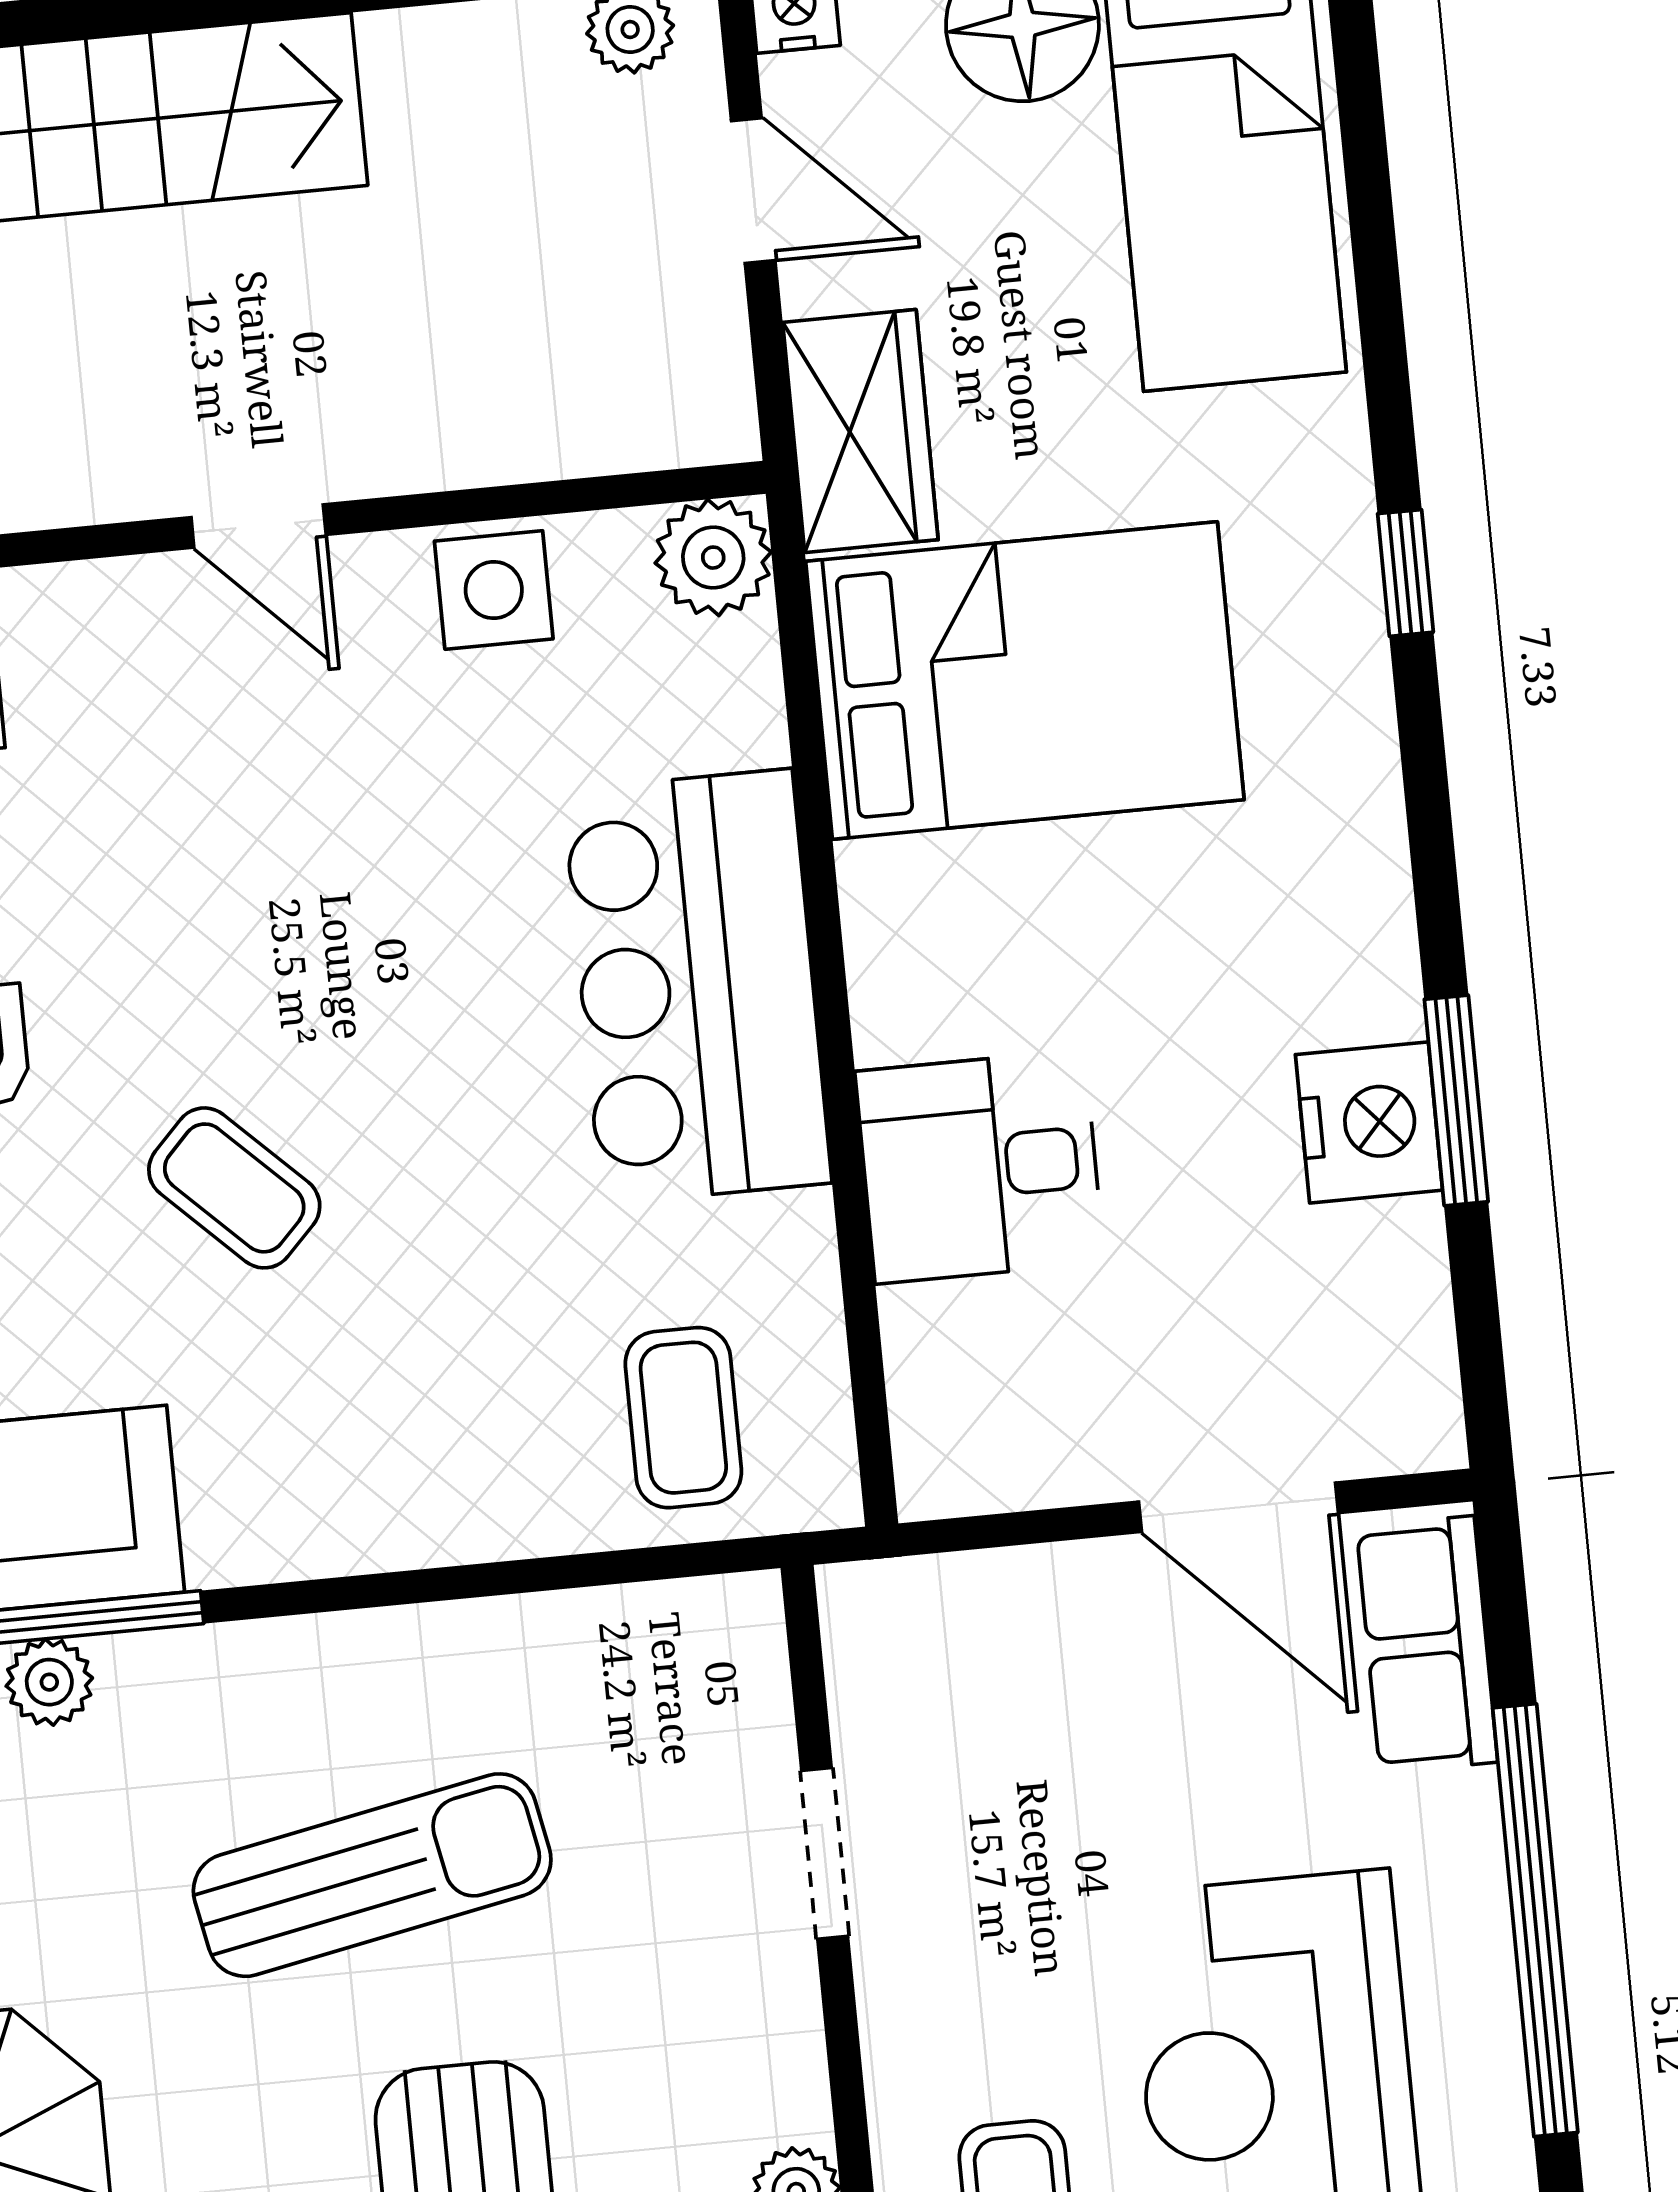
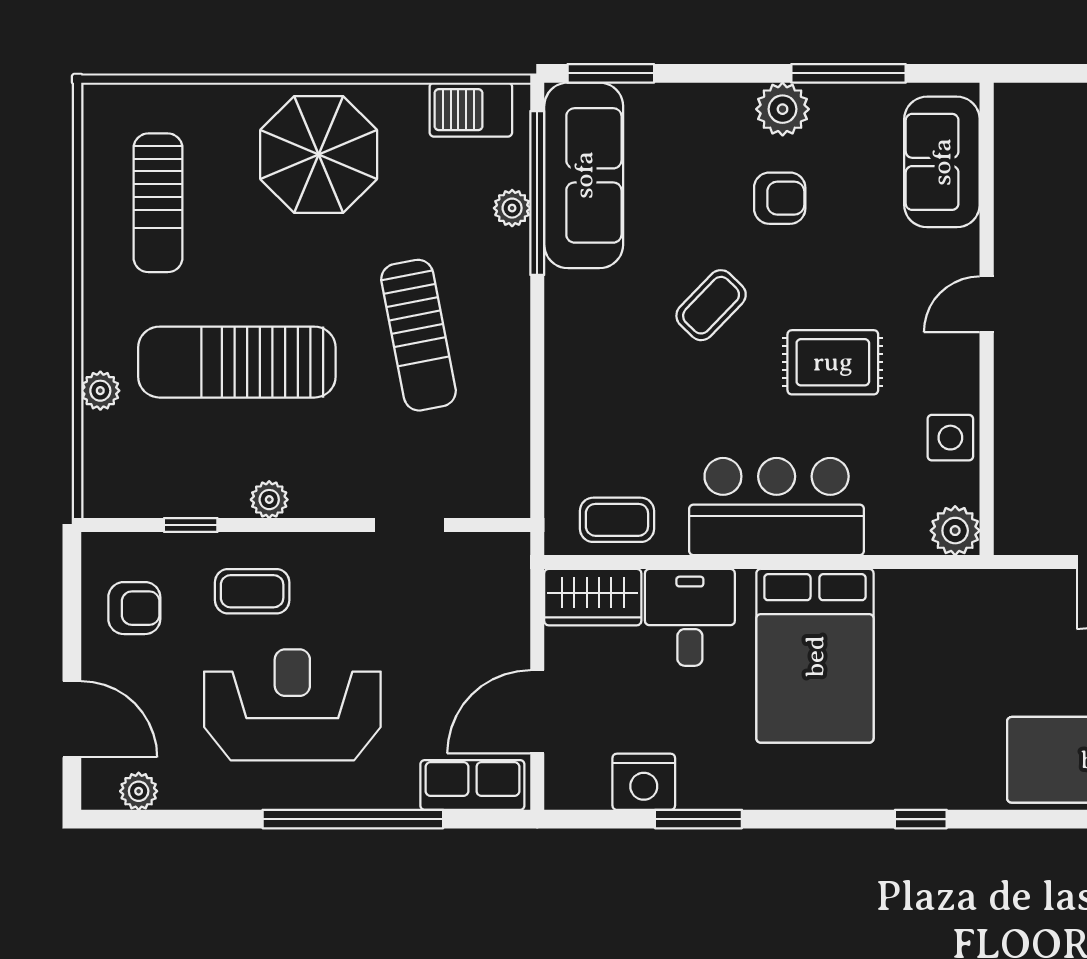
wardrobe: (860, 431) -> (593, 597), moved
door: (259, 526) -> (987, 304), moved
bed: (1025, 680) -> (815, 656), moved
rug: (342, 886) -> (833, 362), added
nightstand: (1369, 1122) -> (644, 782), moved
coffee table: (683, 1418) -> (617, 520), moved

